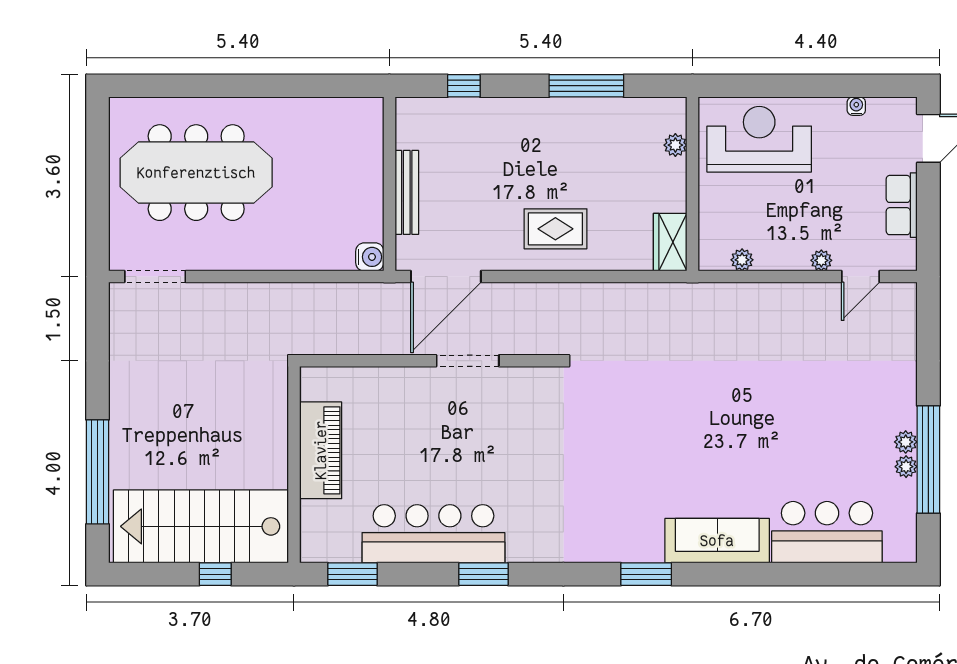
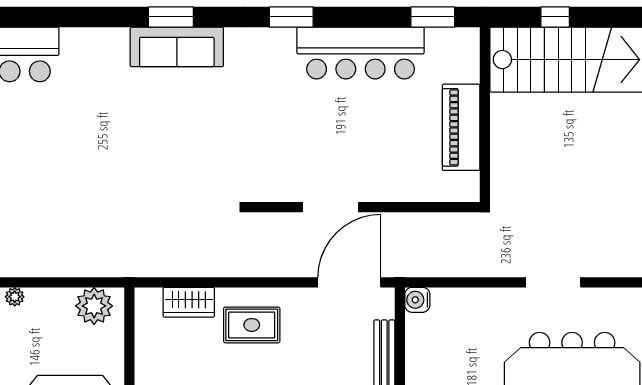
wardrobe: (670, 242) -> (189, 302), moved, turned 90
plant: (742, 260) -> (94, 306), width x1.88, depth x1.88
doorway: (155, 277) -> (553, 282), moved
sofa: (717, 541) -> (177, 47), moved
window: (483, 574) -> (291, 17), moved

